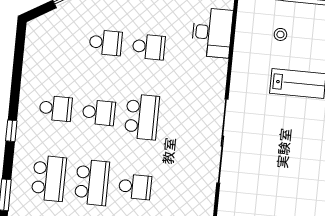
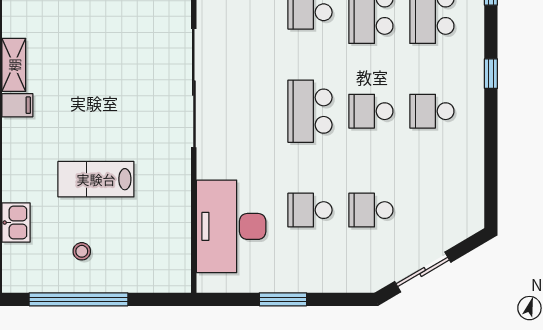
desk: (212, 33) -> (231, 226), width x1.36, depth x1.30
stool: (280, 34) -> (82, 251), moved

